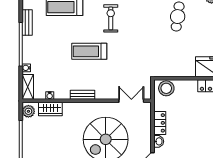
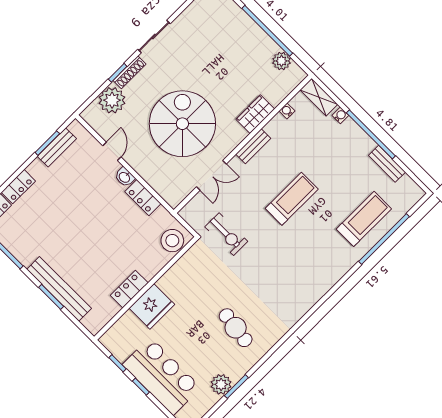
exercise bike: (111, 18) -> (226, 234), moved
double door: (131, 101) -> (211, 175), moved
wardrobe: (50, 109) -> (255, 114), moved
plant: (28, 111) -> (281, 61), moved

